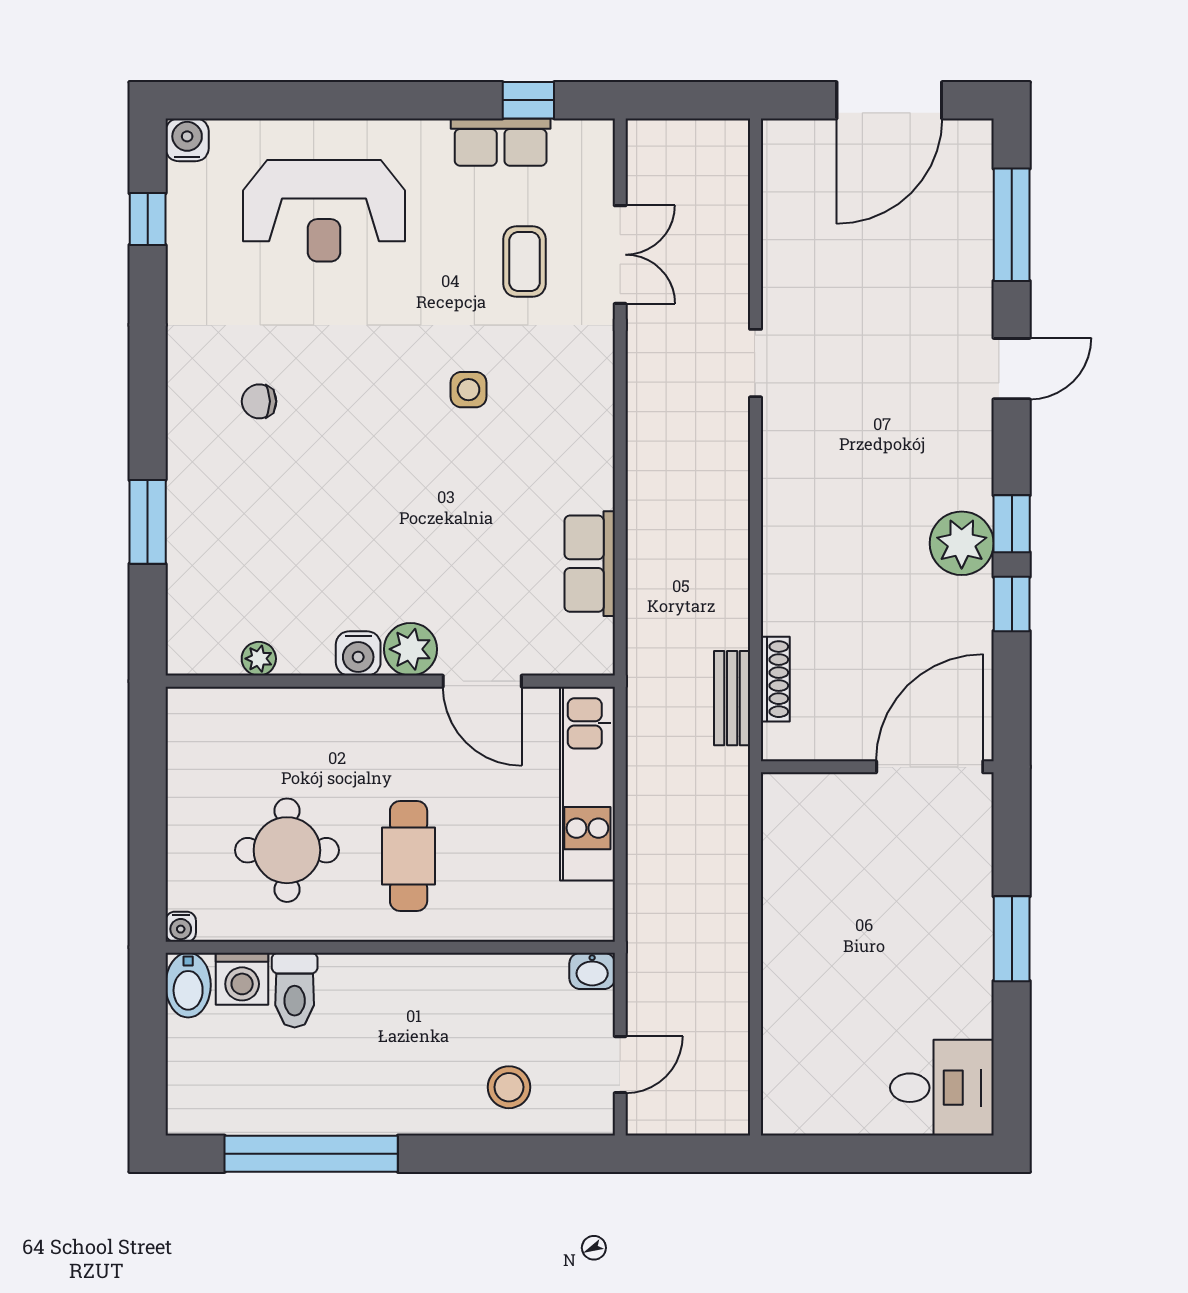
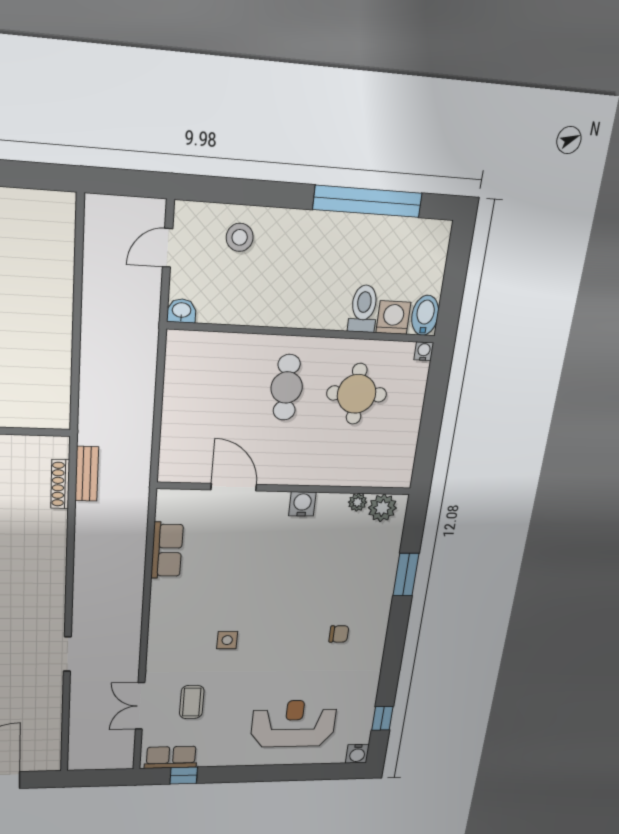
row of seats: (501, 142) -> (171, 757), moved
plant: (410, 649) -> (382, 508), moved
kitchen unit: (587, 784) -> (177, 427), removed

